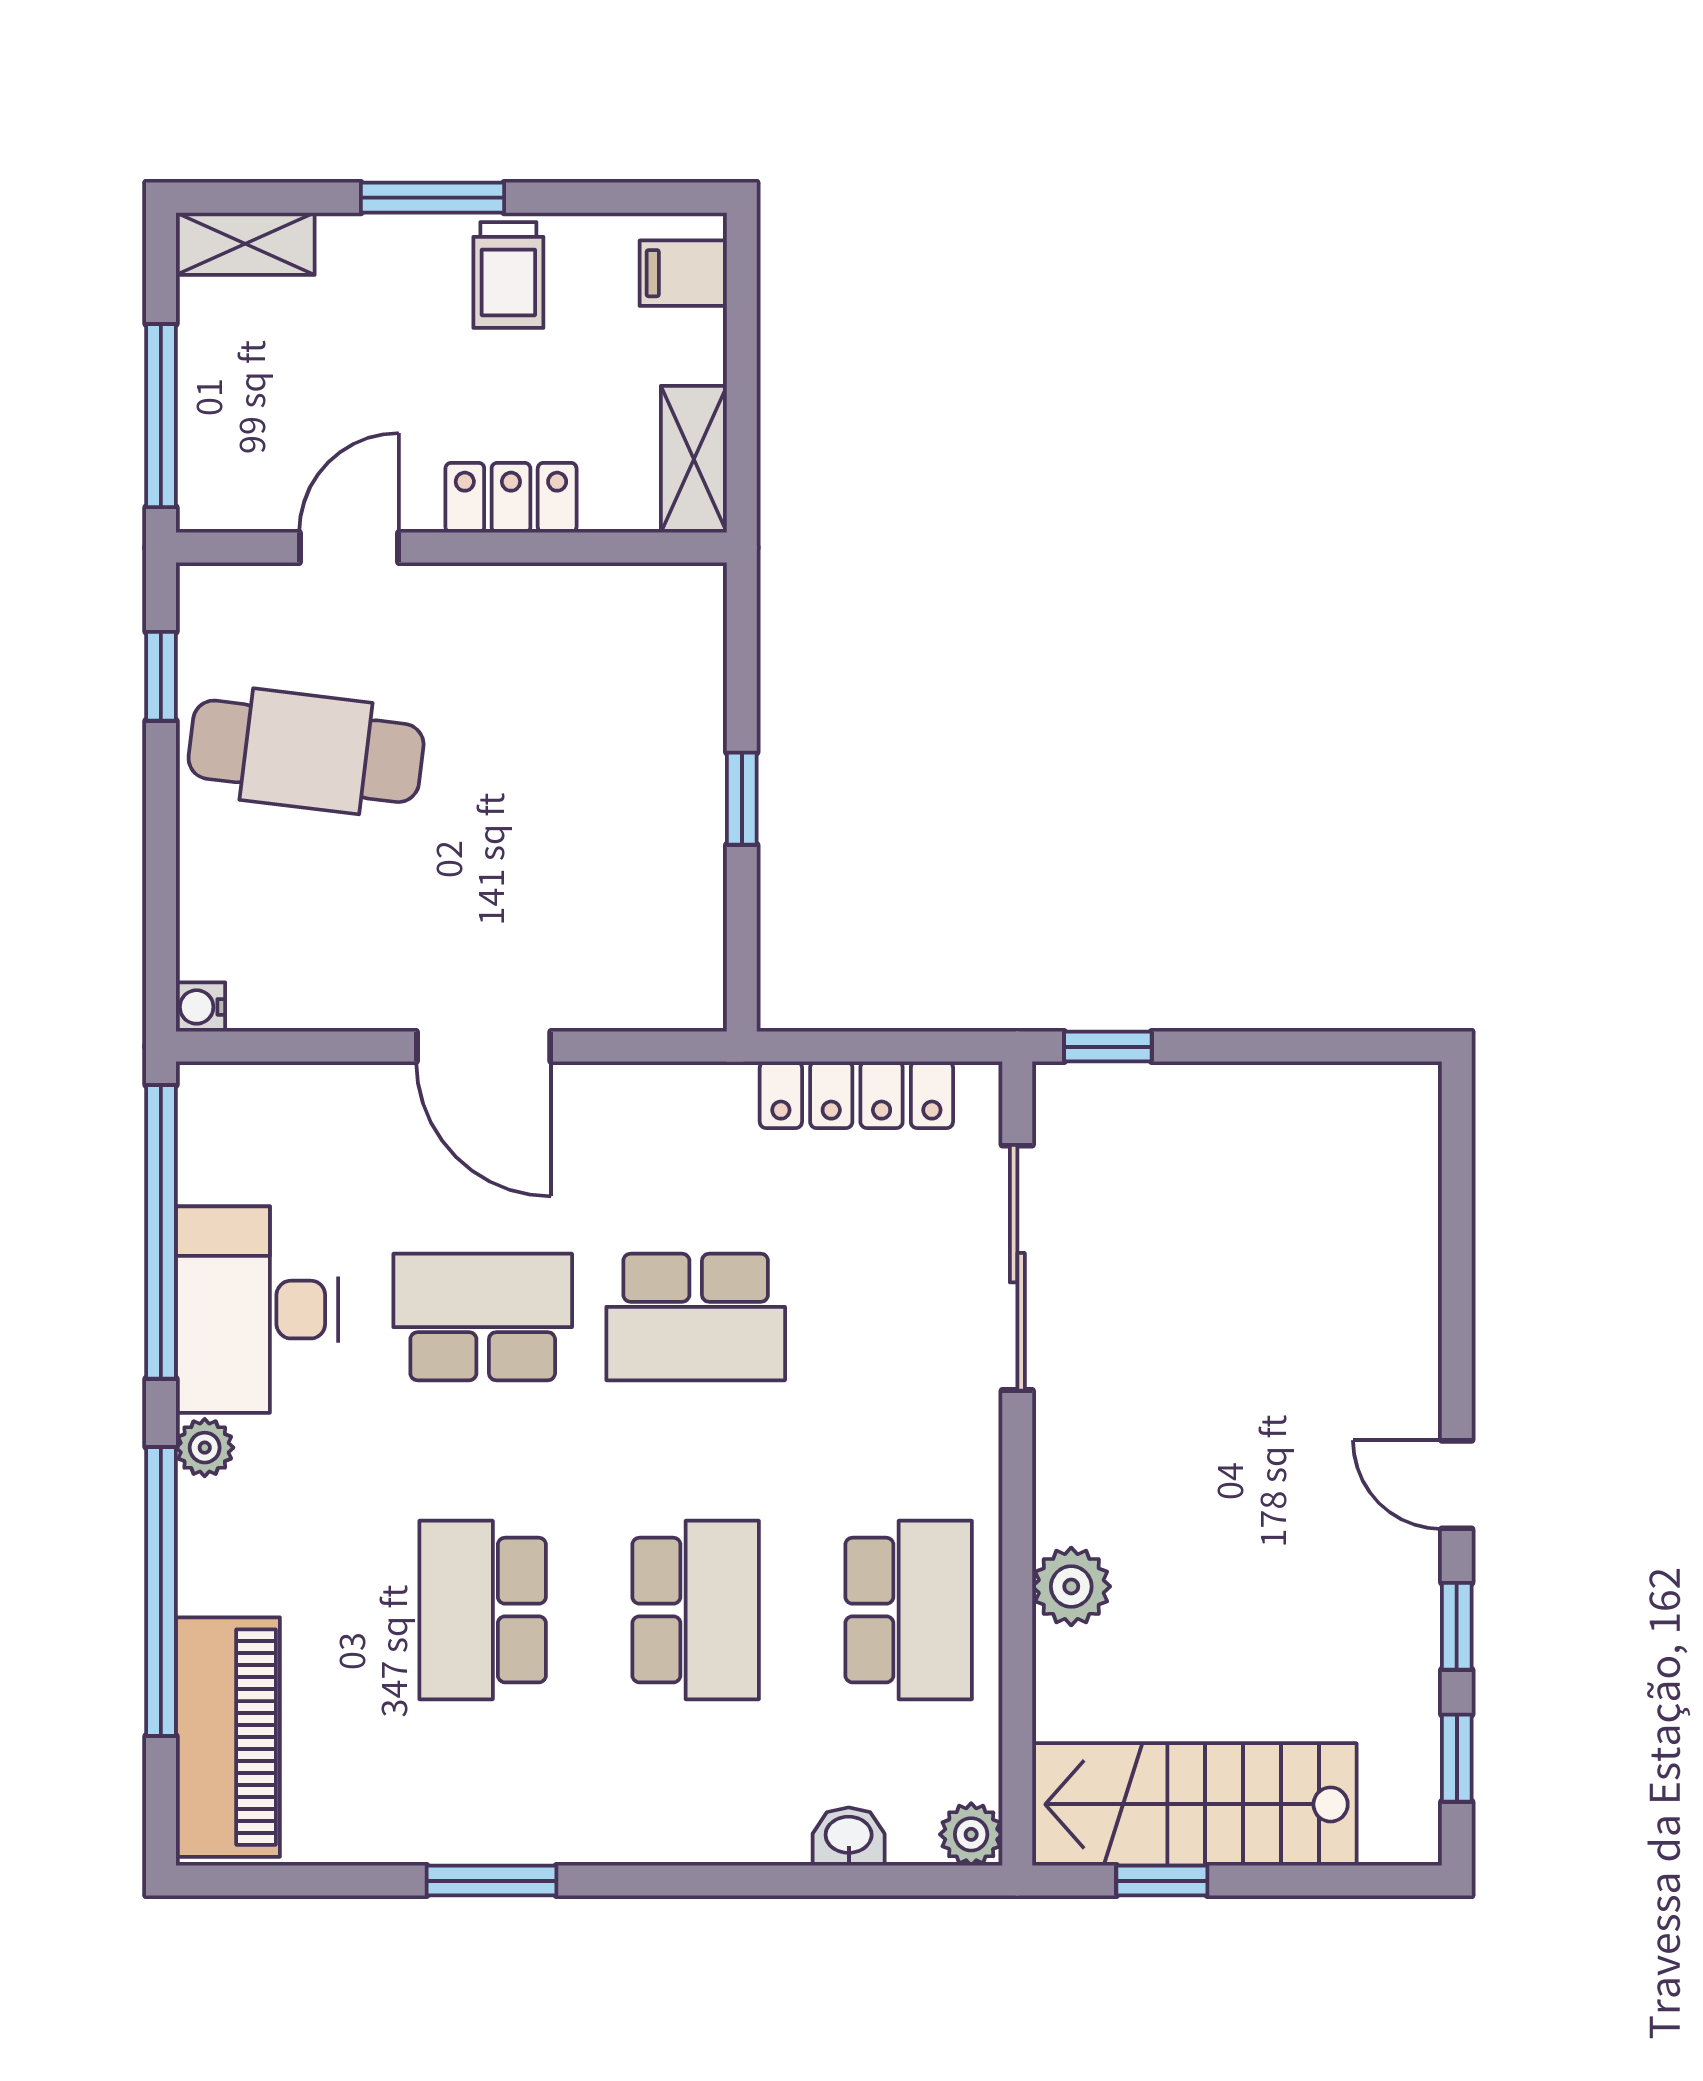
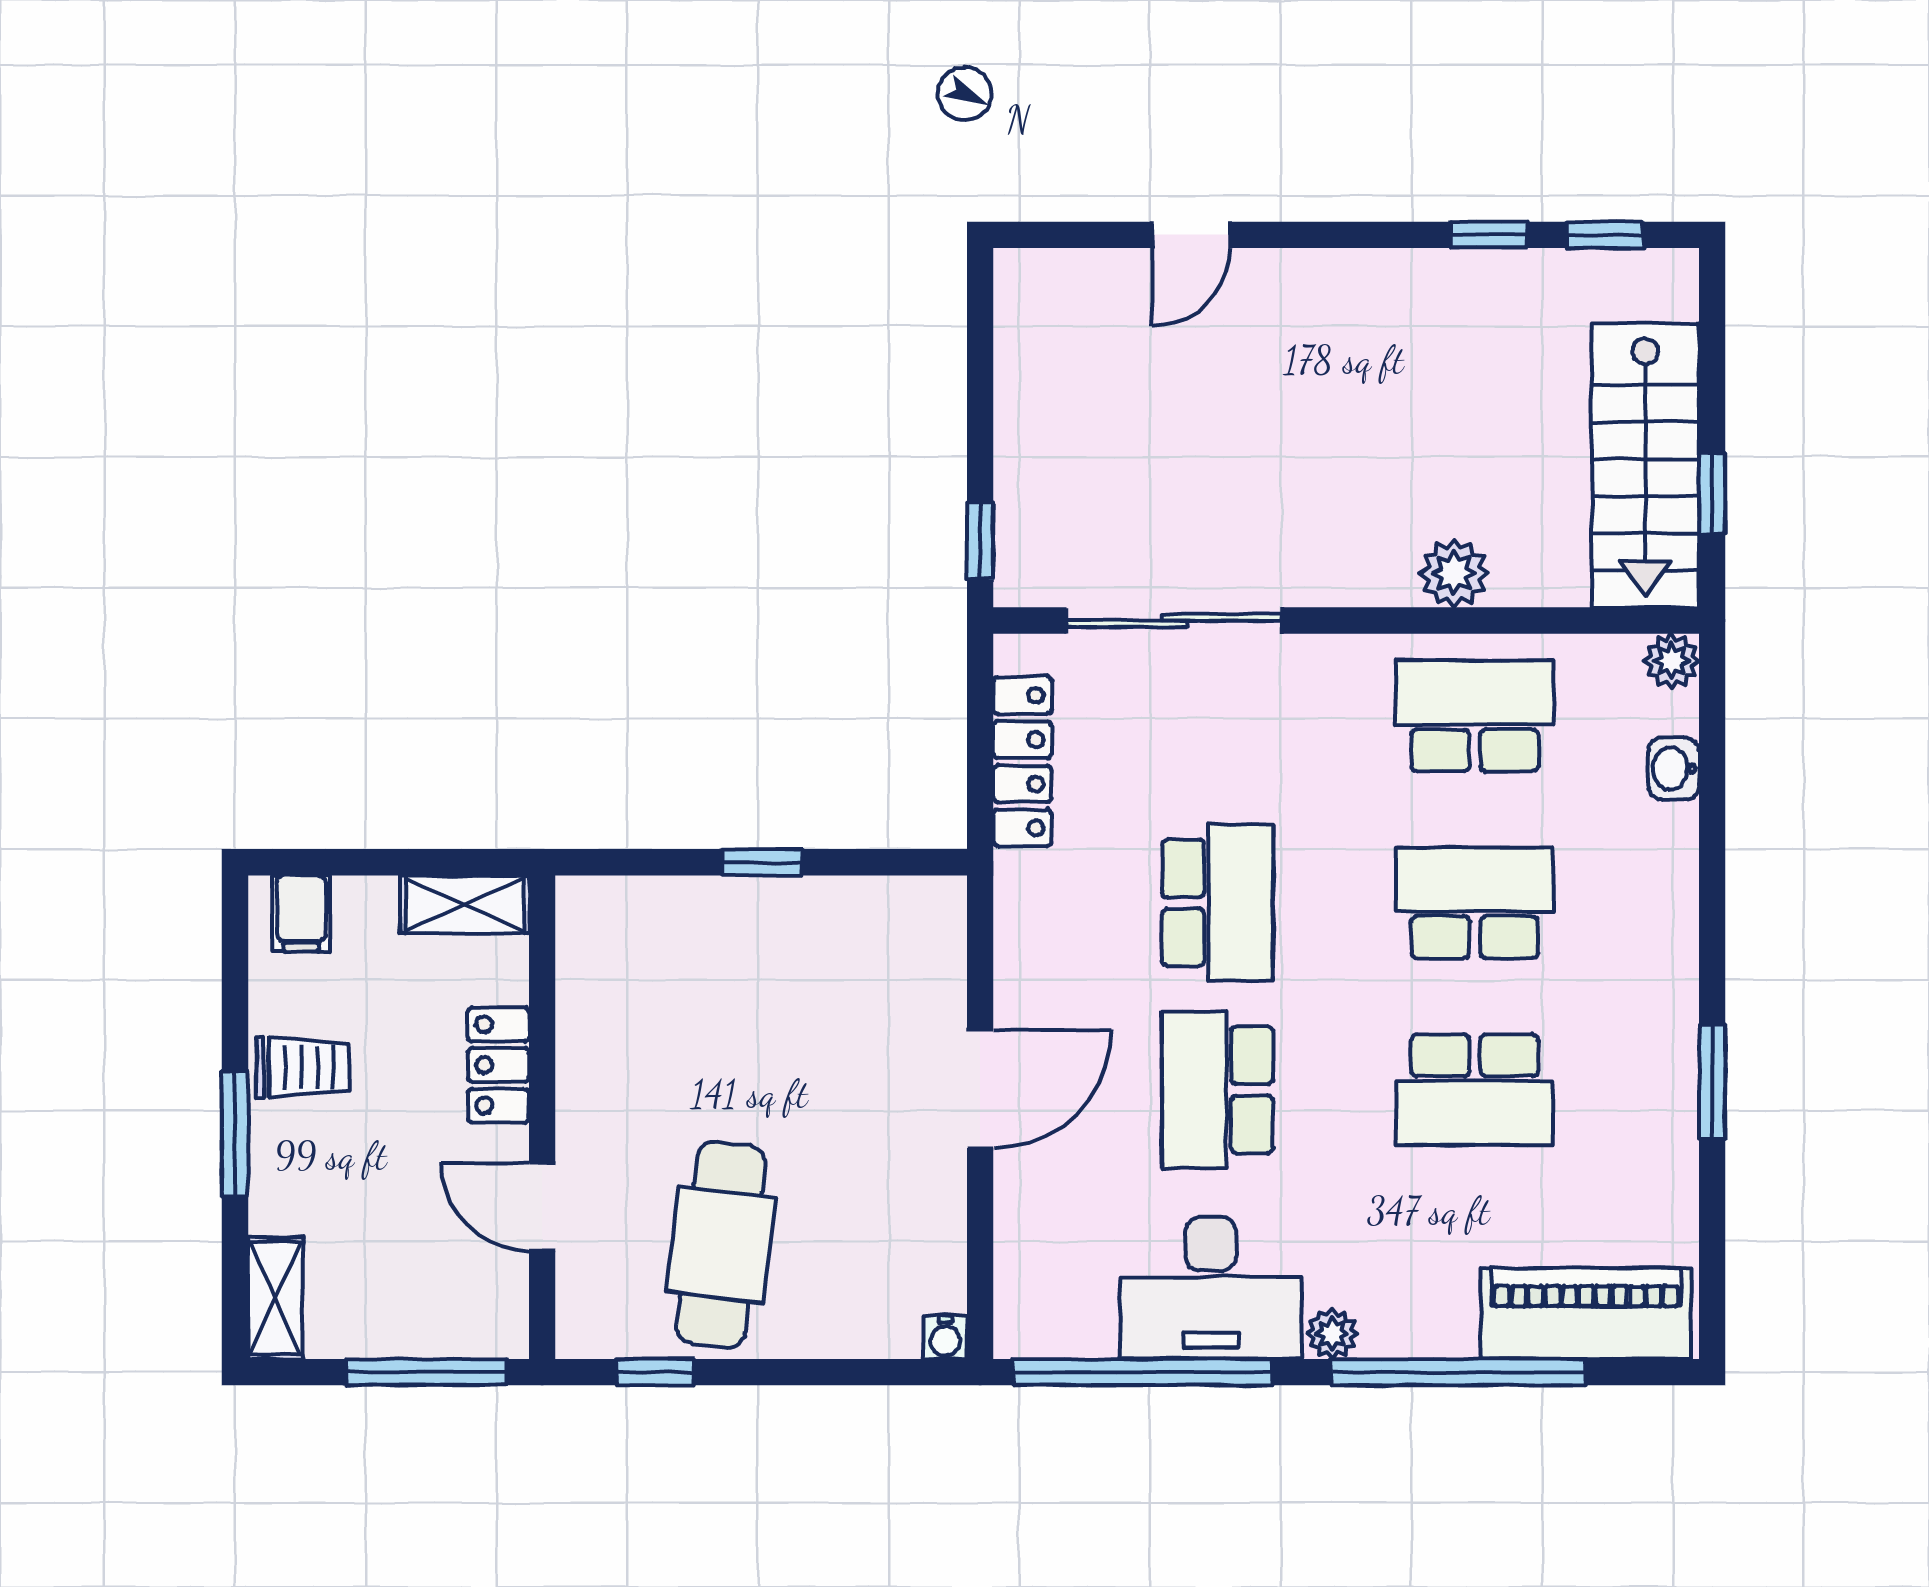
door: (1457, 1485) -> (1191, 235), moved

